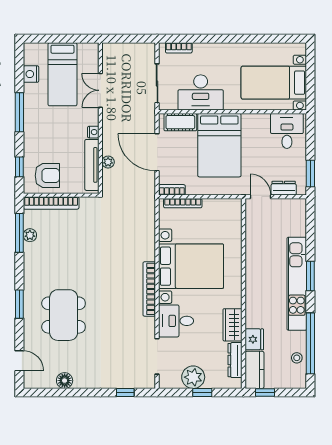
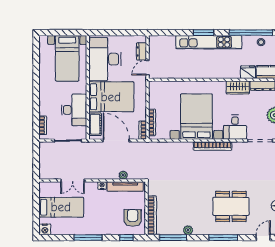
nightstand: (31, 74) -> (45, 229), moved
desk: (287, 131) -> (105, 59), width x1.87, depth x1.30
door: (157, 152) -> (116, 141), swing flipped
window: (310, 173) -> (131, 33), removed
plant: (30, 235) -> (188, 230), moved
window: (19, 304) -> (223, 238), width x1.44

